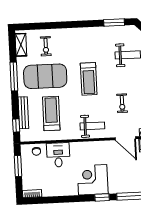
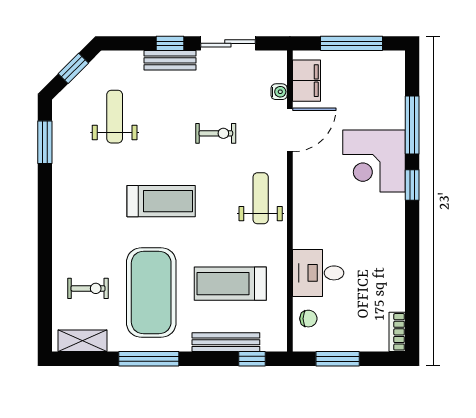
corner desk: (93, 180) -> (374, 161), moved

